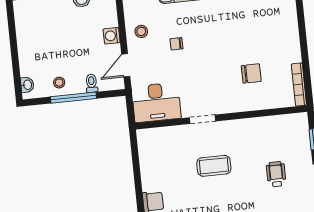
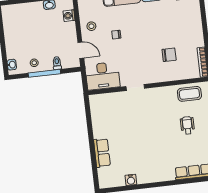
washing machine: (112, 36) -> (69, 16), moved
door: (126, 65) -> (81, 50), swing flipped
coffee table: (214, 166) -> (189, 94), moved

